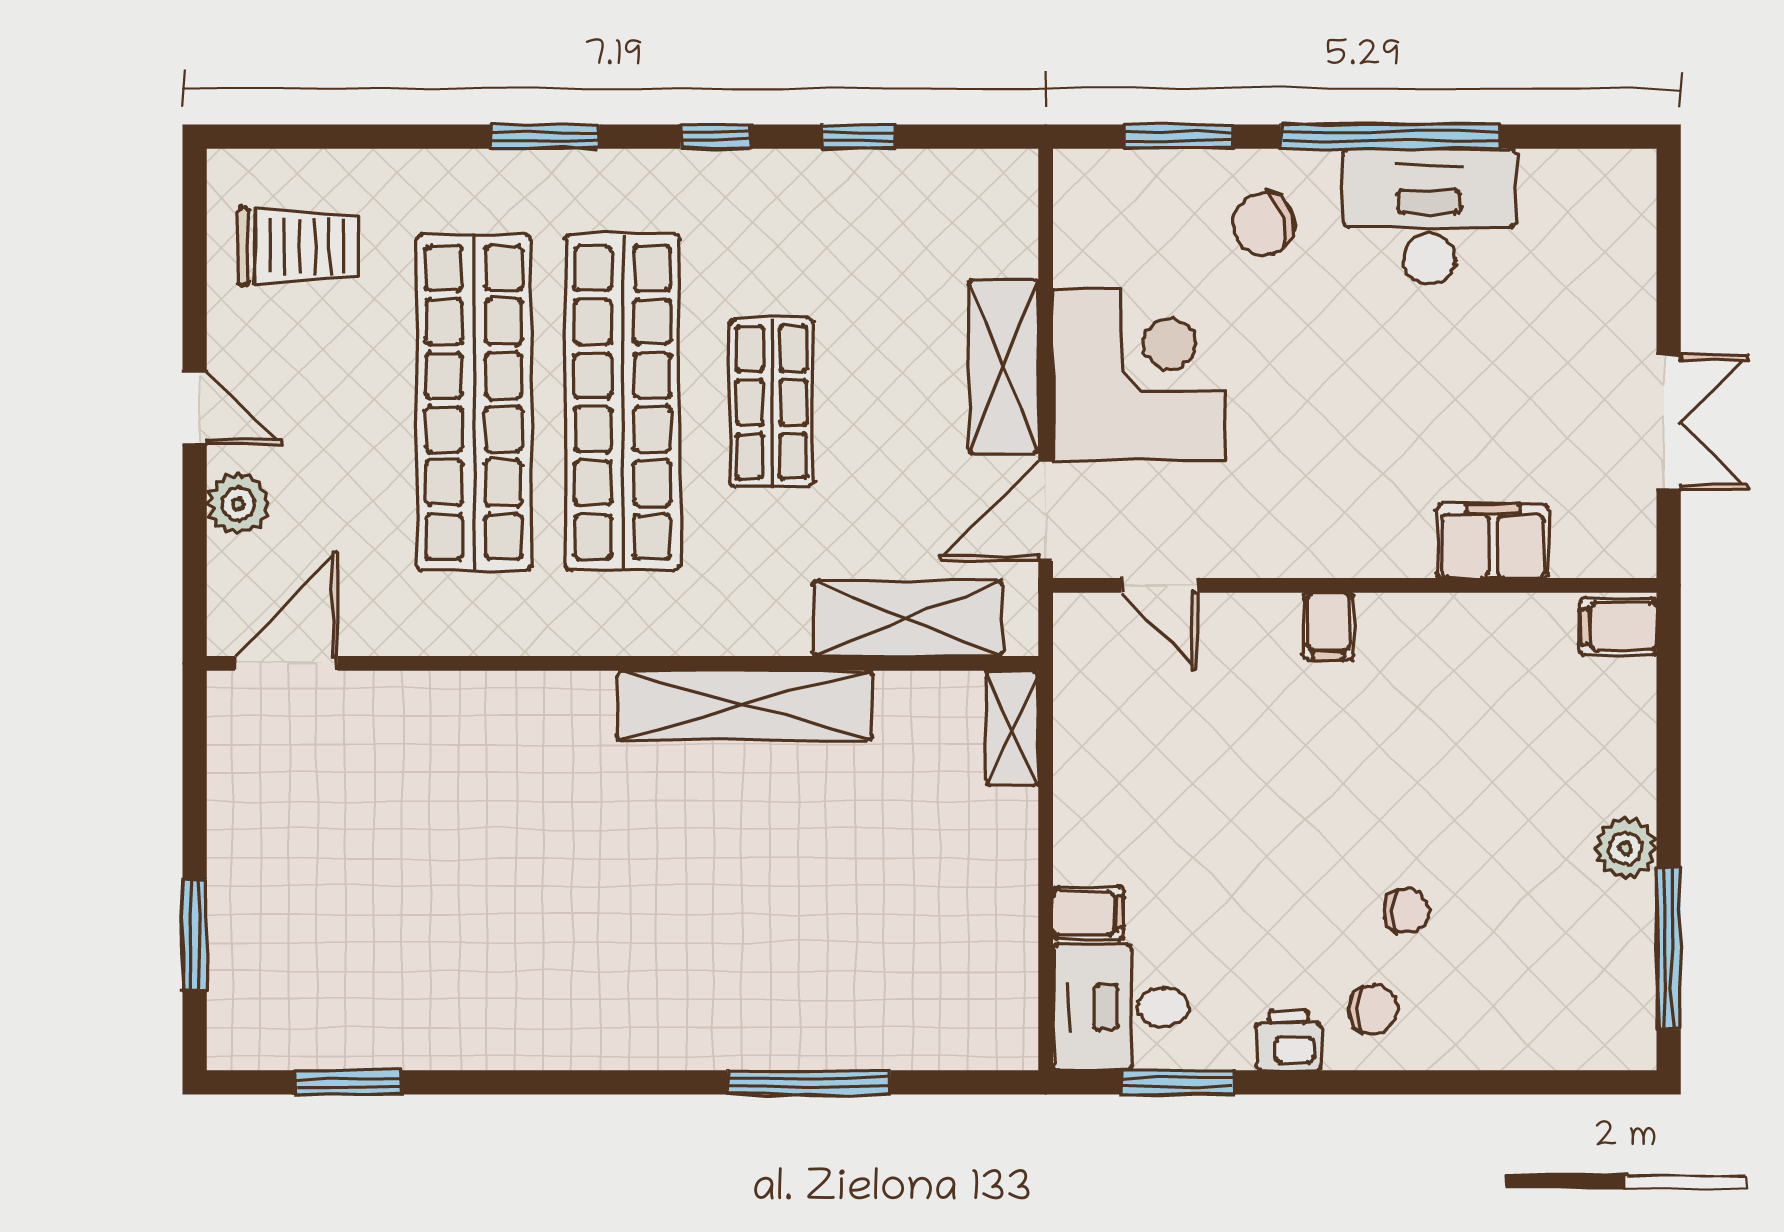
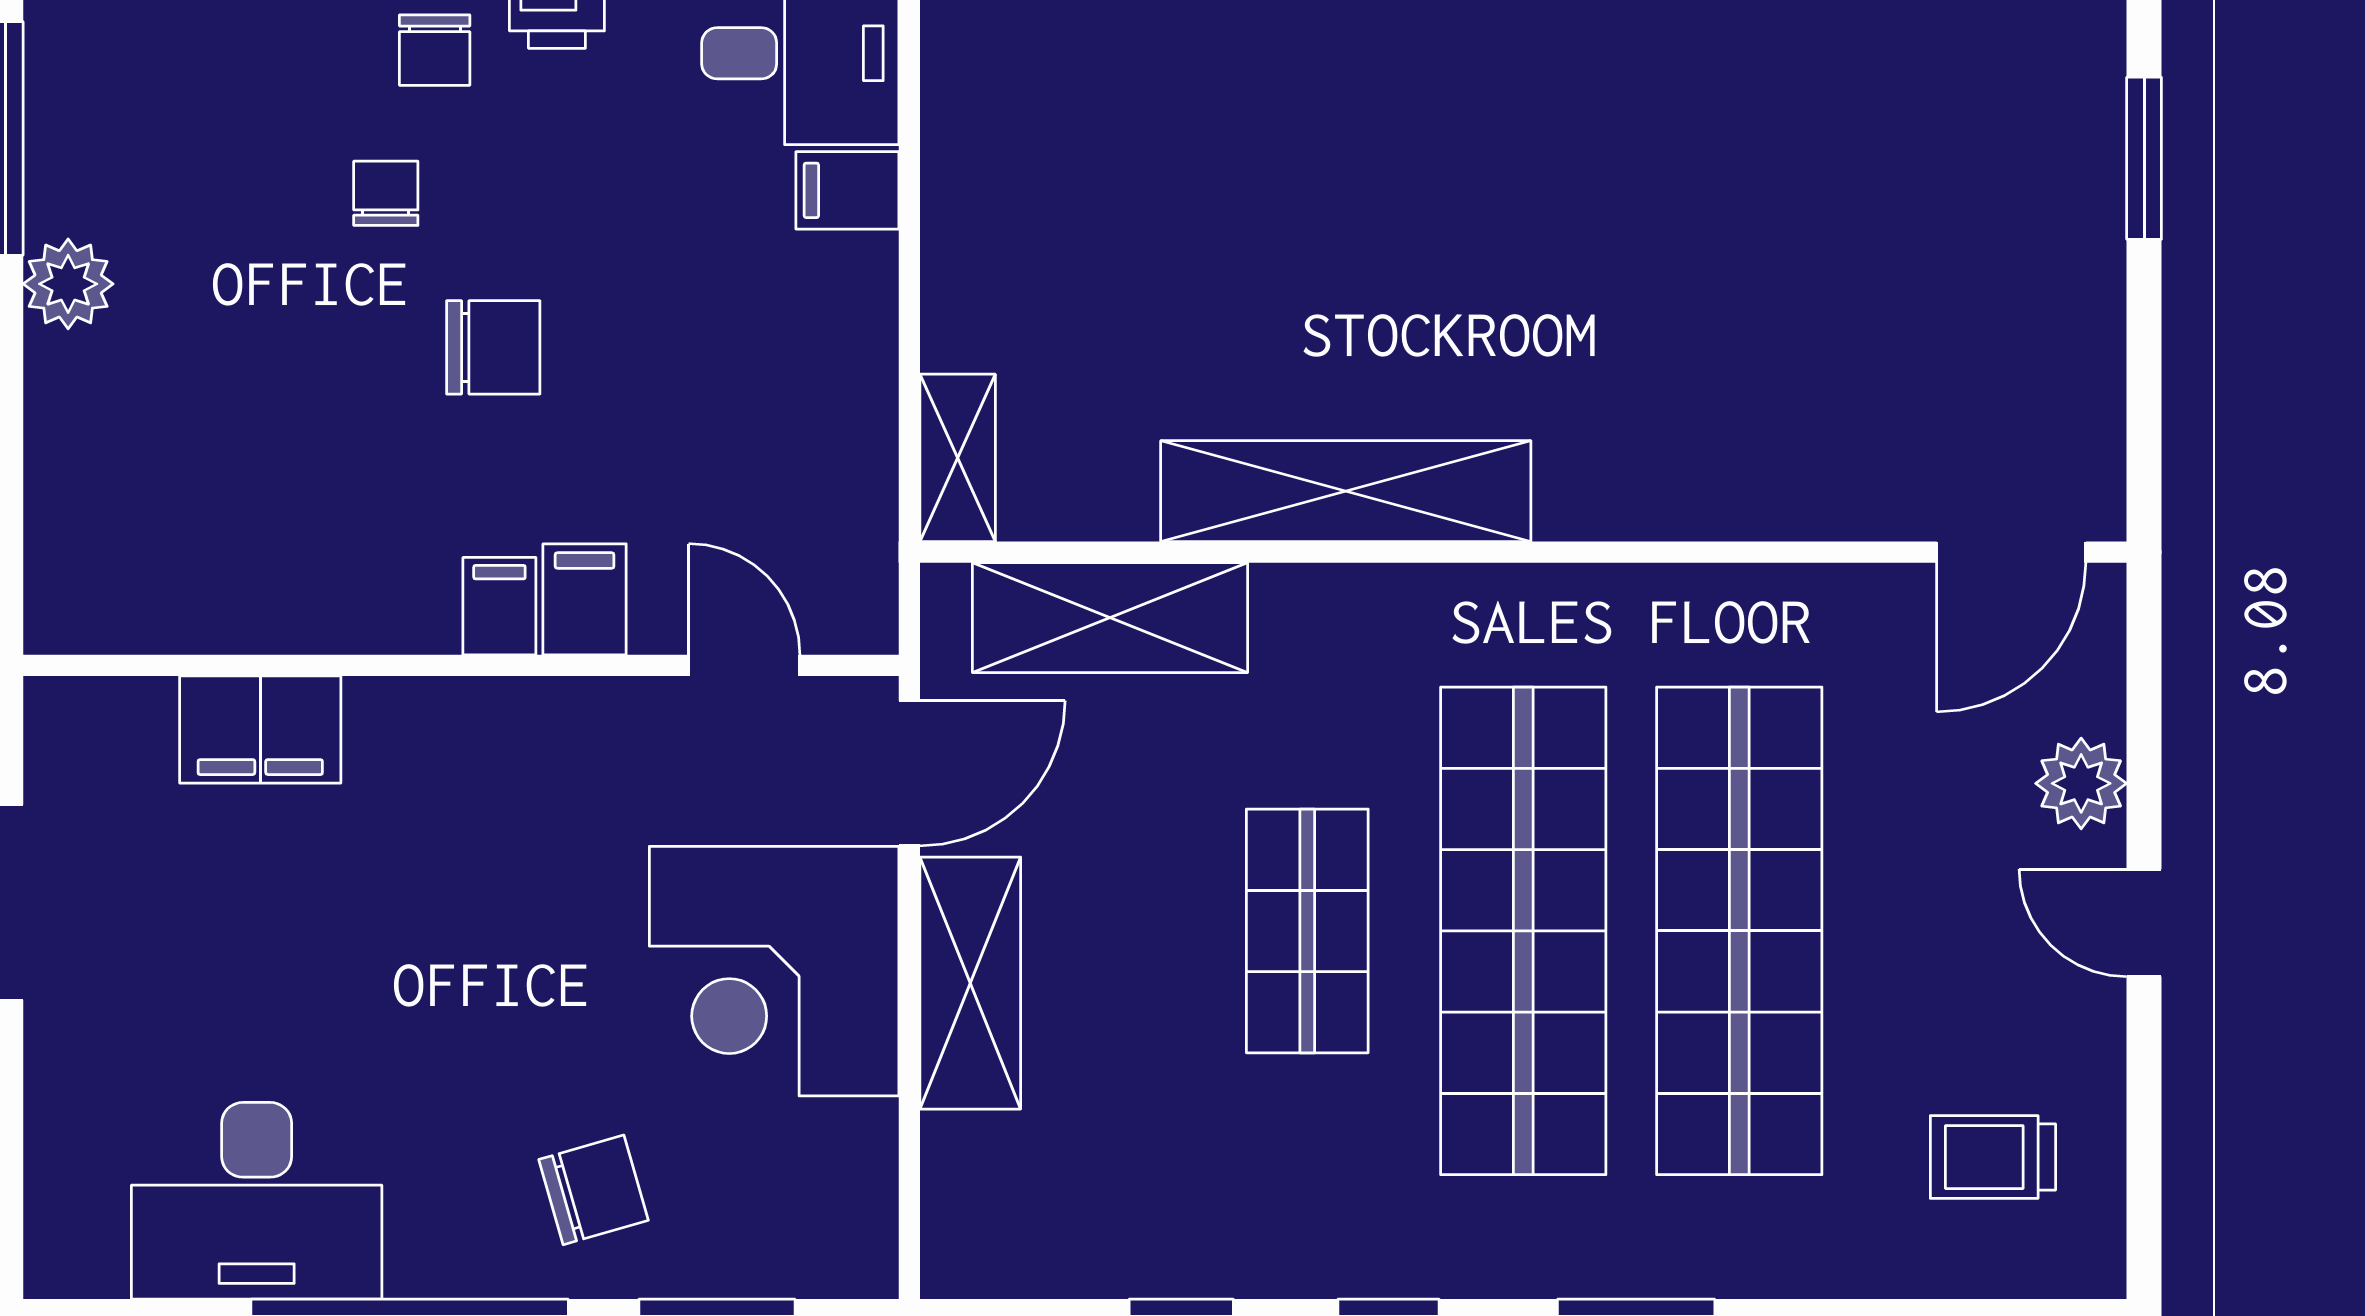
desk: (1429, 216) -> (257, 1201), moved
trolley: (299, 247) -> (1993, 1157), width x0.73, depth x0.72
filing cabinet: (1618, 627) -> (585, 599), moved, turned -90
chair: (1332, 805) -> (493, 347), added
chair: (1407, 911) -> (386, 193), turned 90
chair: (1373, 1009) -> (435, 50), turned -90

